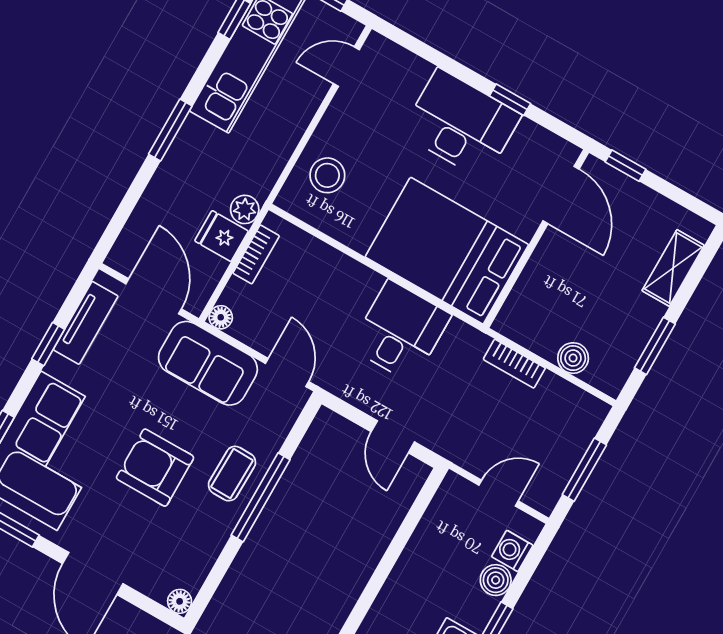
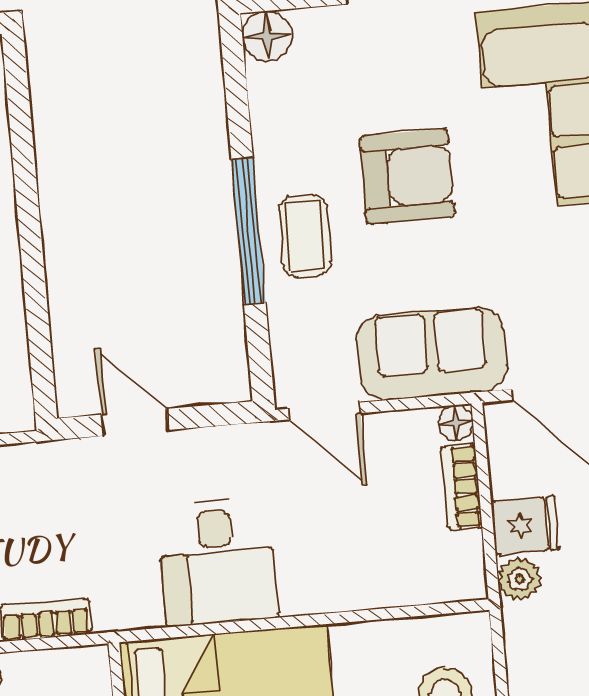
bookcase: (256, 254) -> (462, 487), moved
floor lamp: (180, 601) -> (267, 36), width x1.37, depth x1.37

